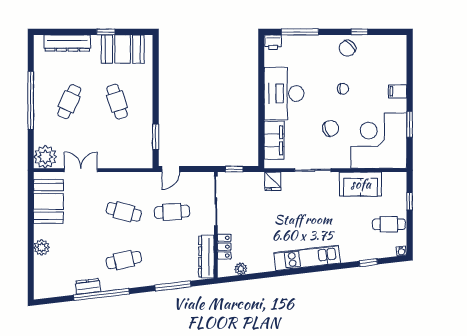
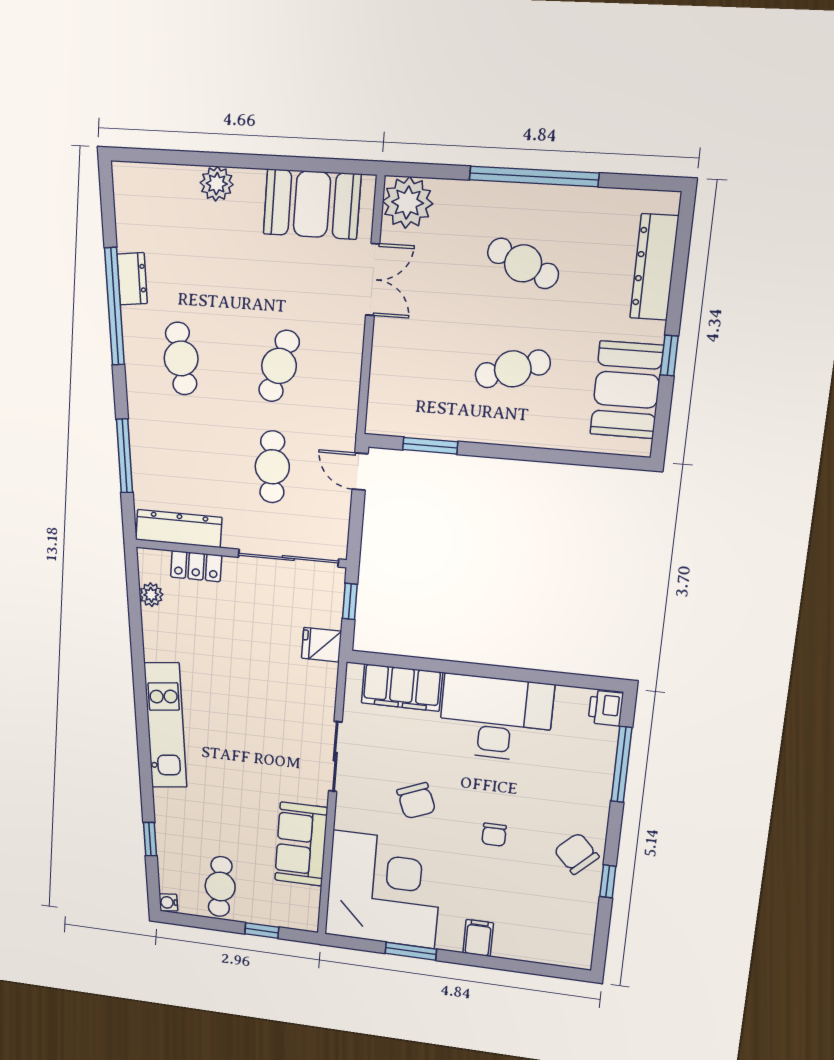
fridge: (273, 181) -> (321, 645), moved

